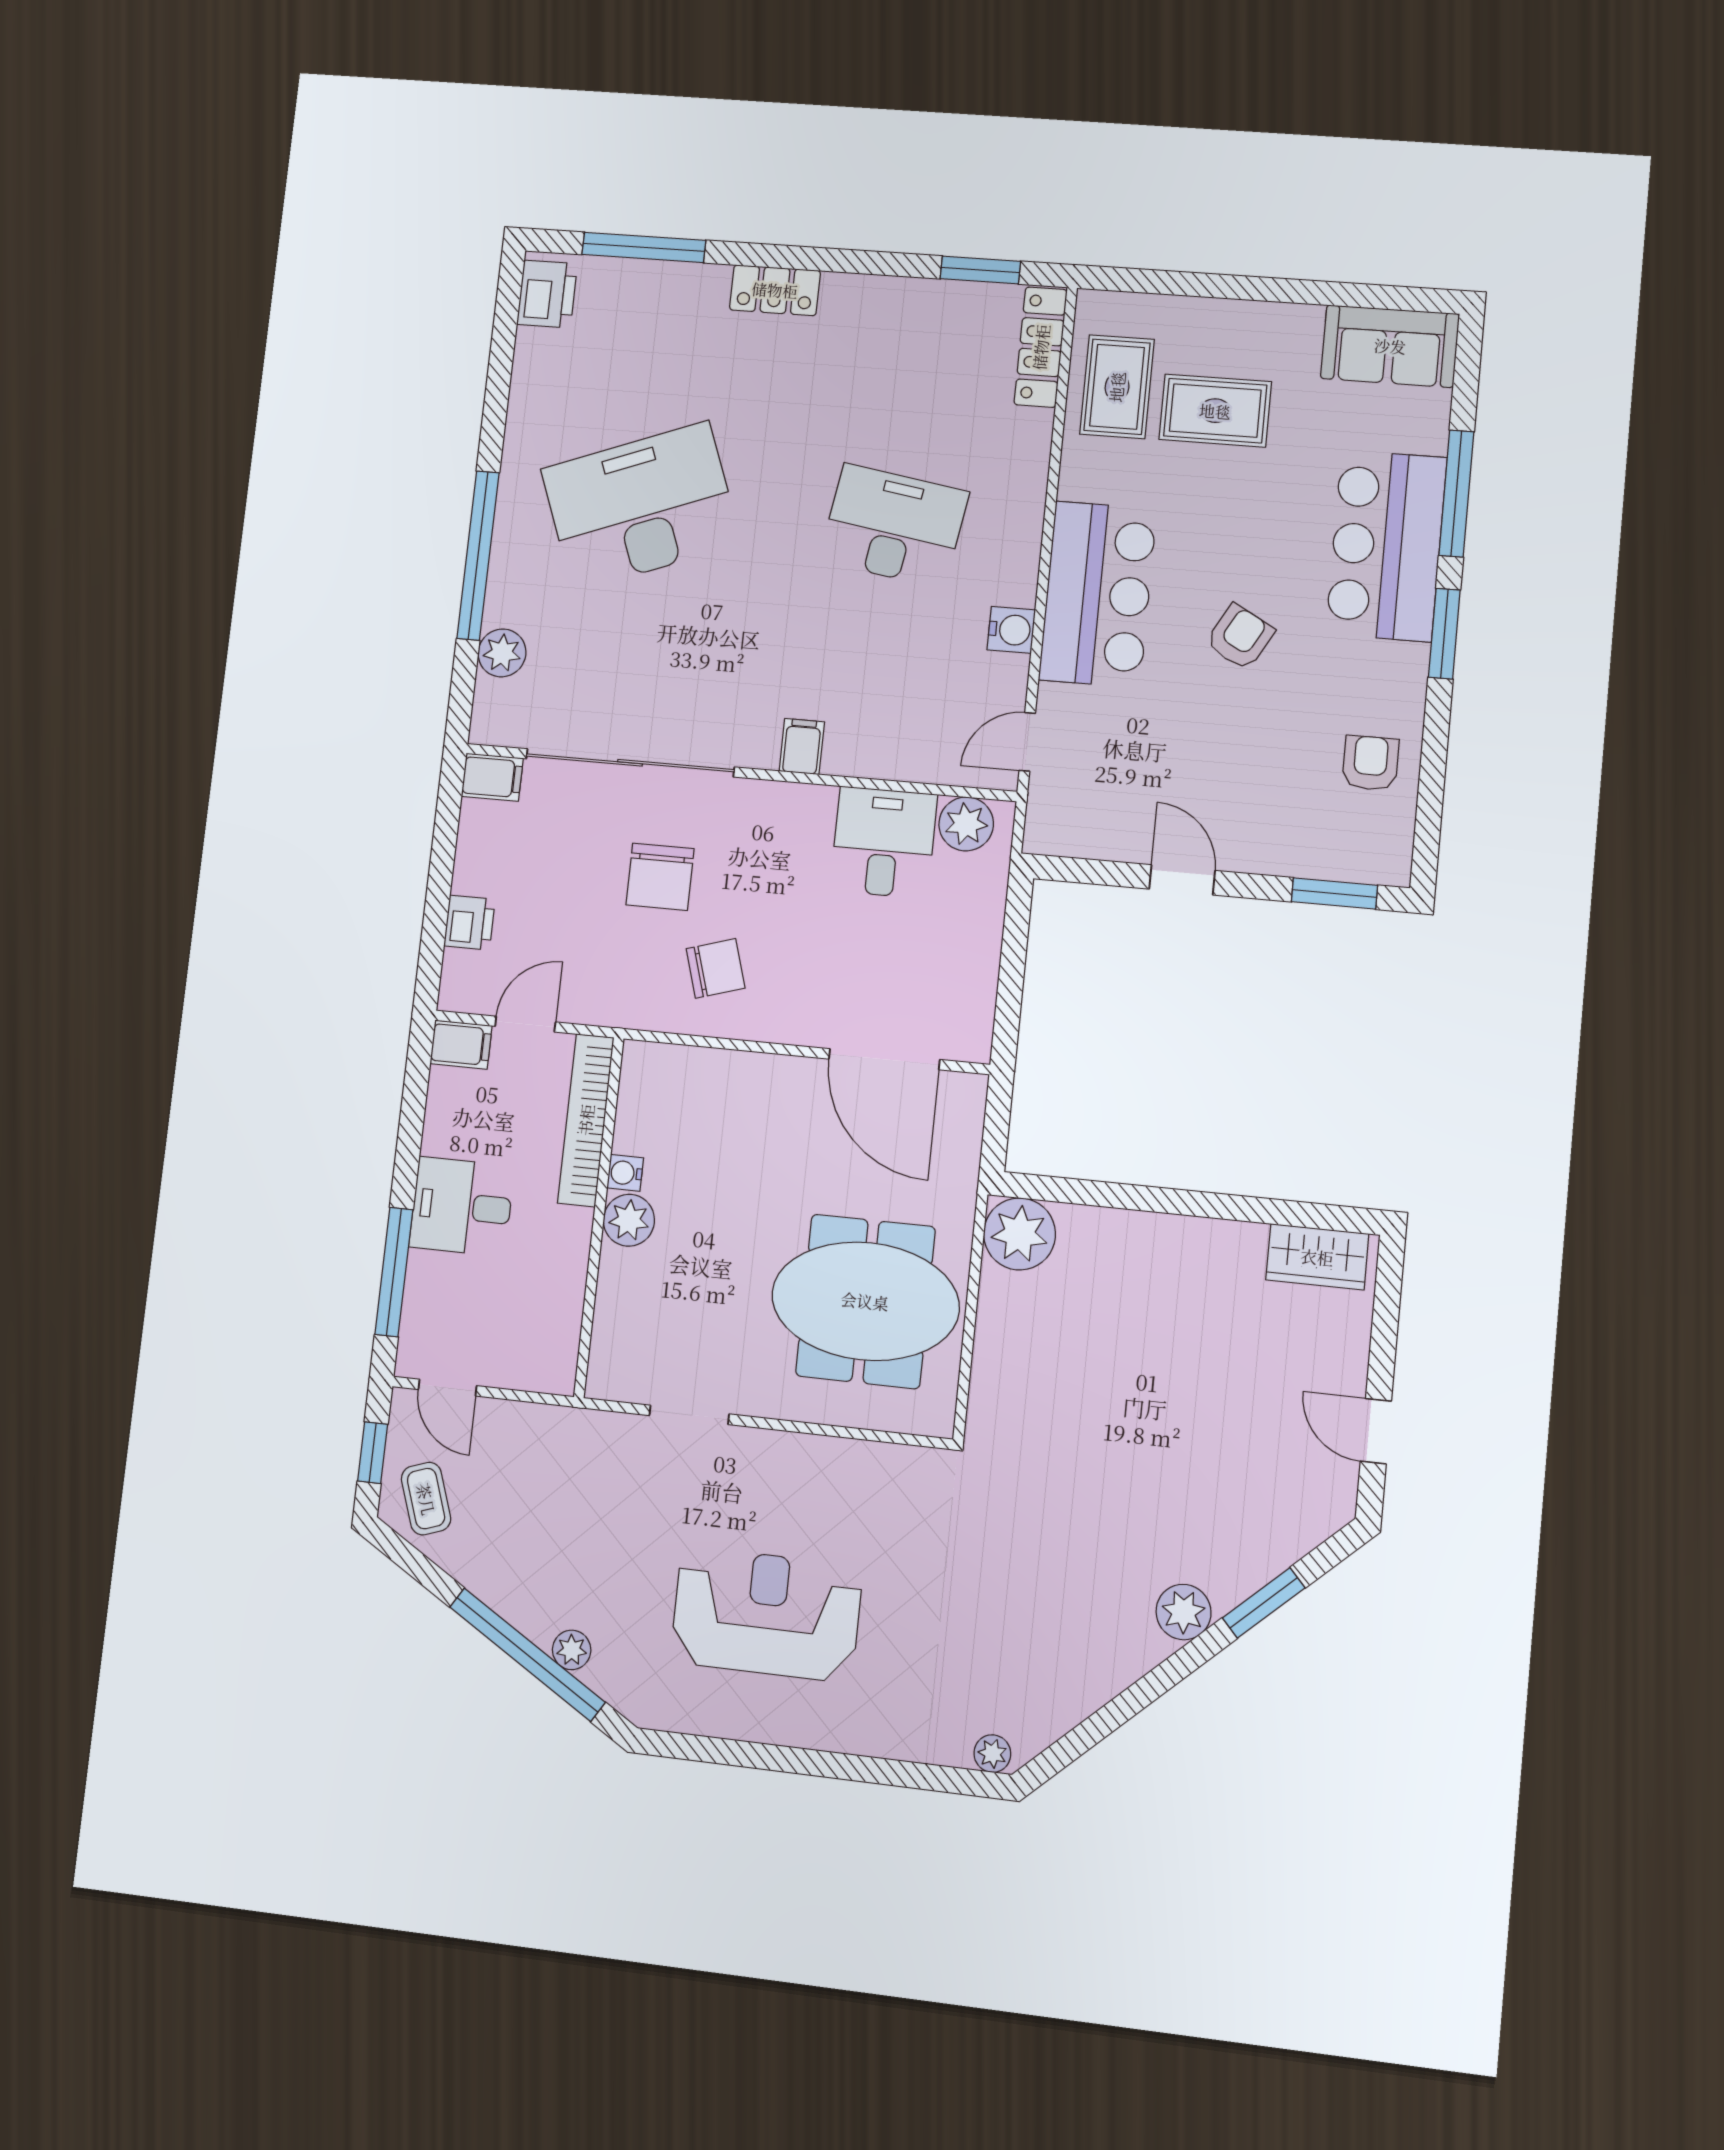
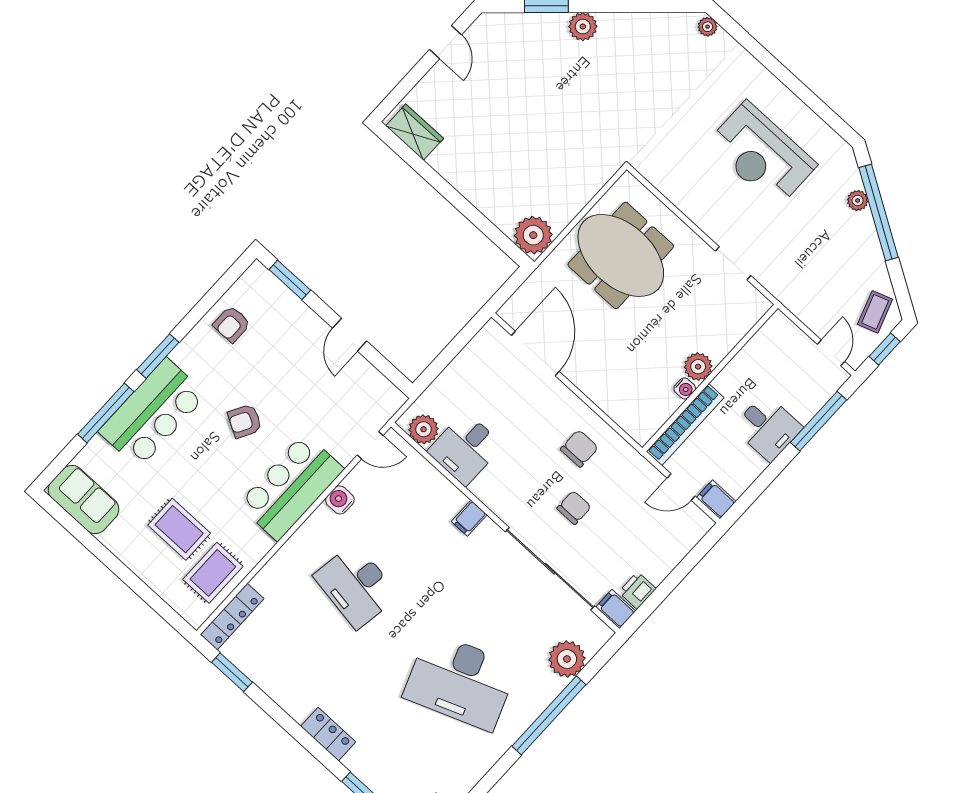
plant: (502, 653) -> (567, 659), width x1.36, depth x1.36
chair: (660, 877) -> (574, 508), width x0.73, depth x0.73
printer: (470, 923) -> (637, 590), moved
chair: (716, 968) -> (579, 448), turned 107

